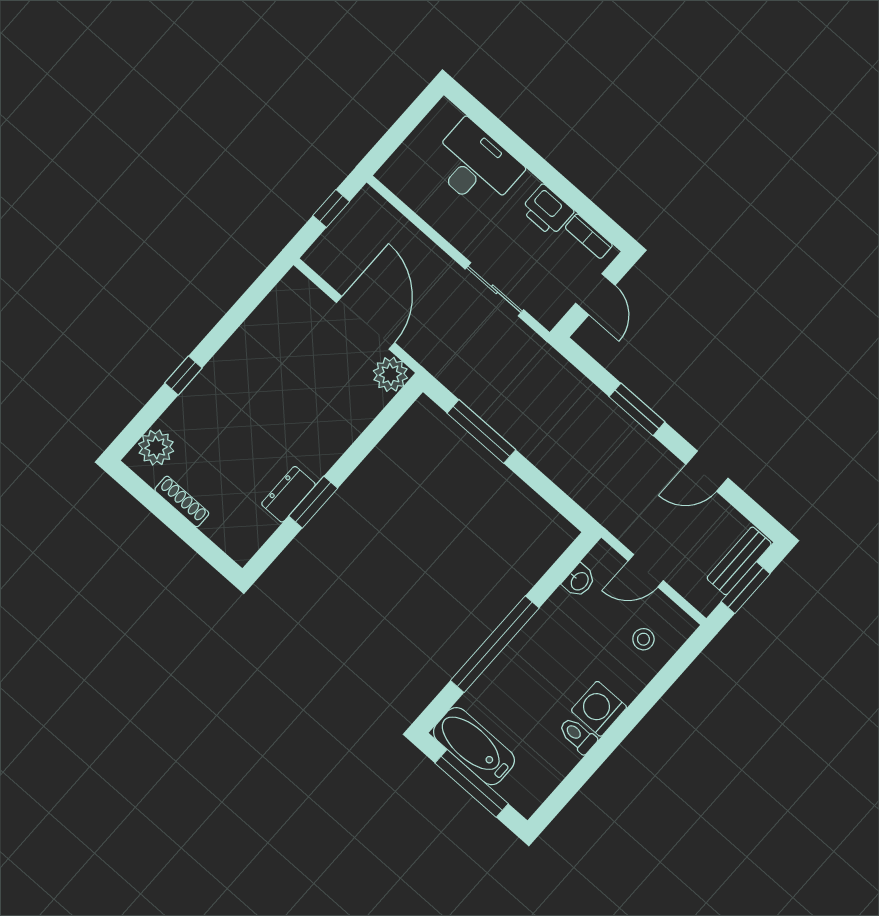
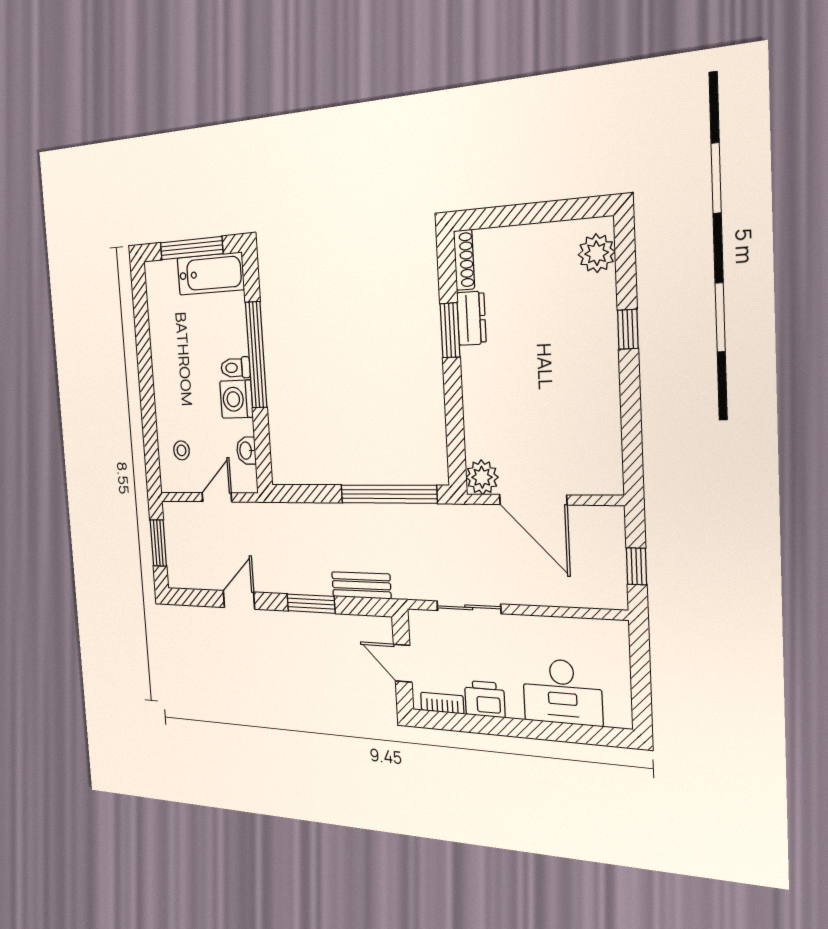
window: (481, 431) -> (389, 494), width x1.46
shoe rack: (182, 502) -> (464, 260), moved, turned -90
bench: (739, 561) -> (361, 585), moved, turned 90
washing machine: (599, 709) -> (236, 399), moved, turned 180
toilet: (578, 735) -> (236, 368), moved, turned 180

